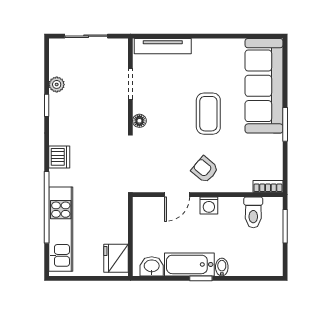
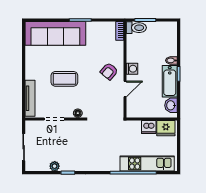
coffee table: (208, 114) -> (64, 79), moved
dishwasher: (59, 157) -> (149, 127), moved, turned 180
door: (177, 195) -> (125, 89), hinge flipped
toilet: (253, 212) -> (136, 28), moved

